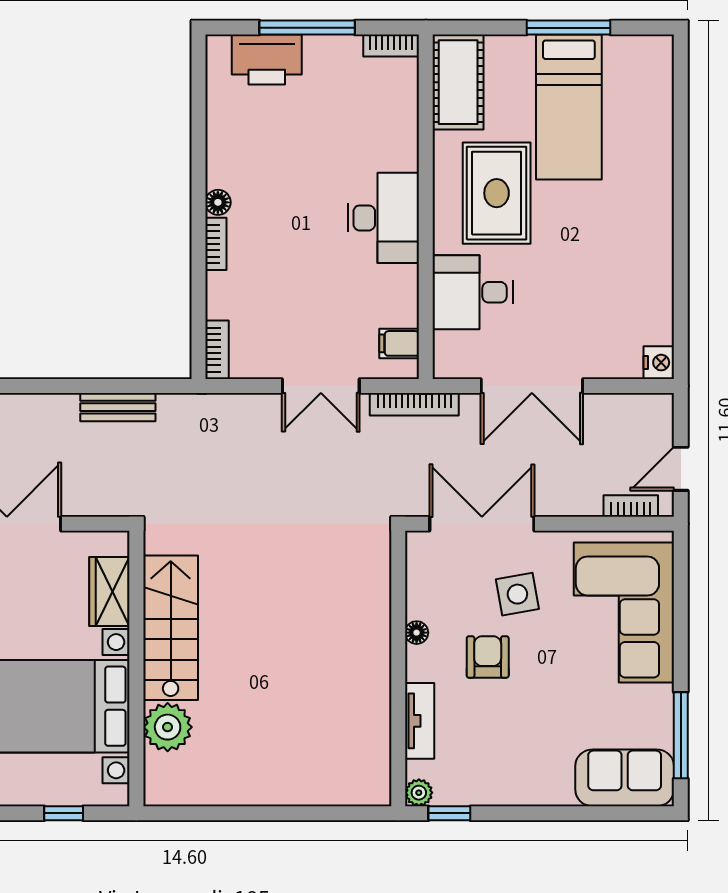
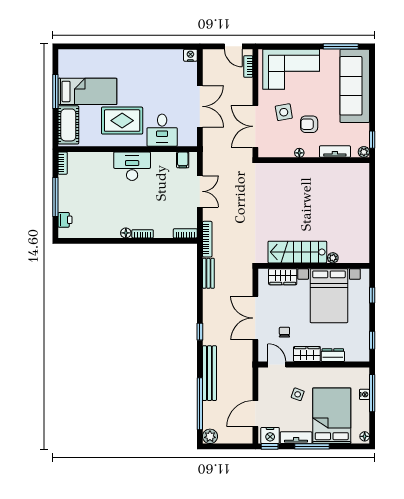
printer: (267, 60) -> (65, 220), width x0.53, depth x0.68
cot: (458, 82) -> (68, 125), moved, turned 90
bookcase: (414, 404) -> (207, 239), moved
plant: (168, 727) -> (333, 258), width x0.53, depth x0.53
sofa: (625, 778) -> (355, 86), width x1.85, depth x1.27

